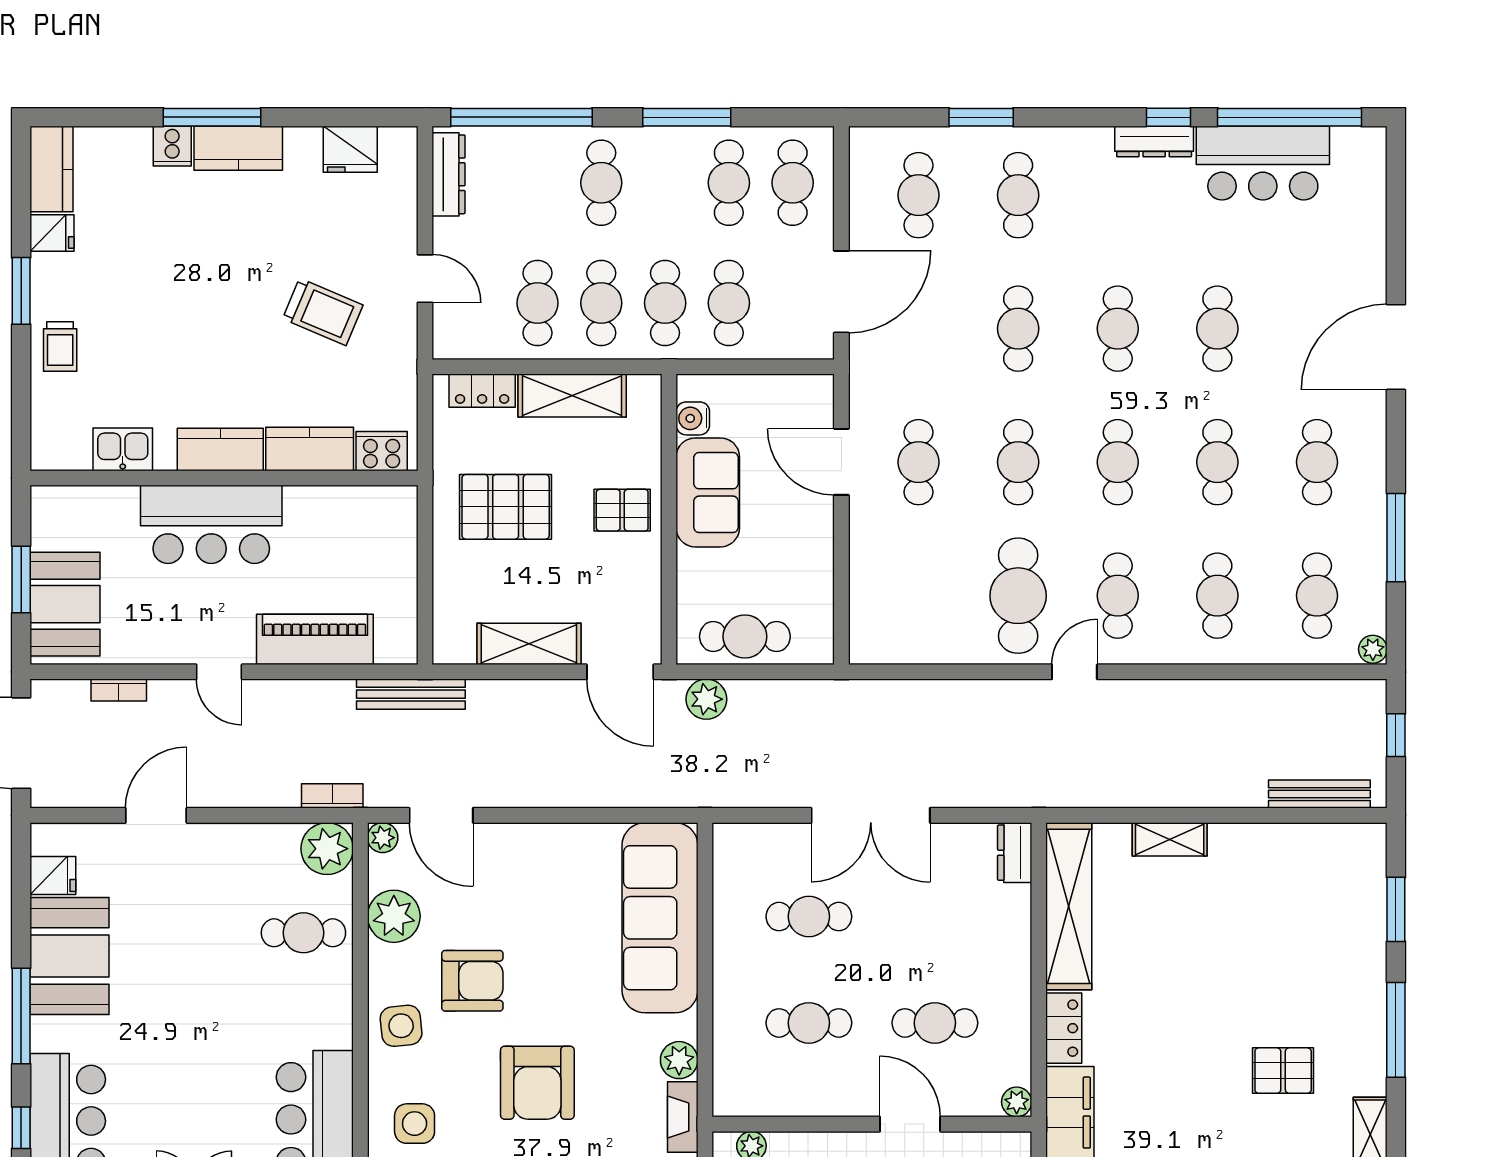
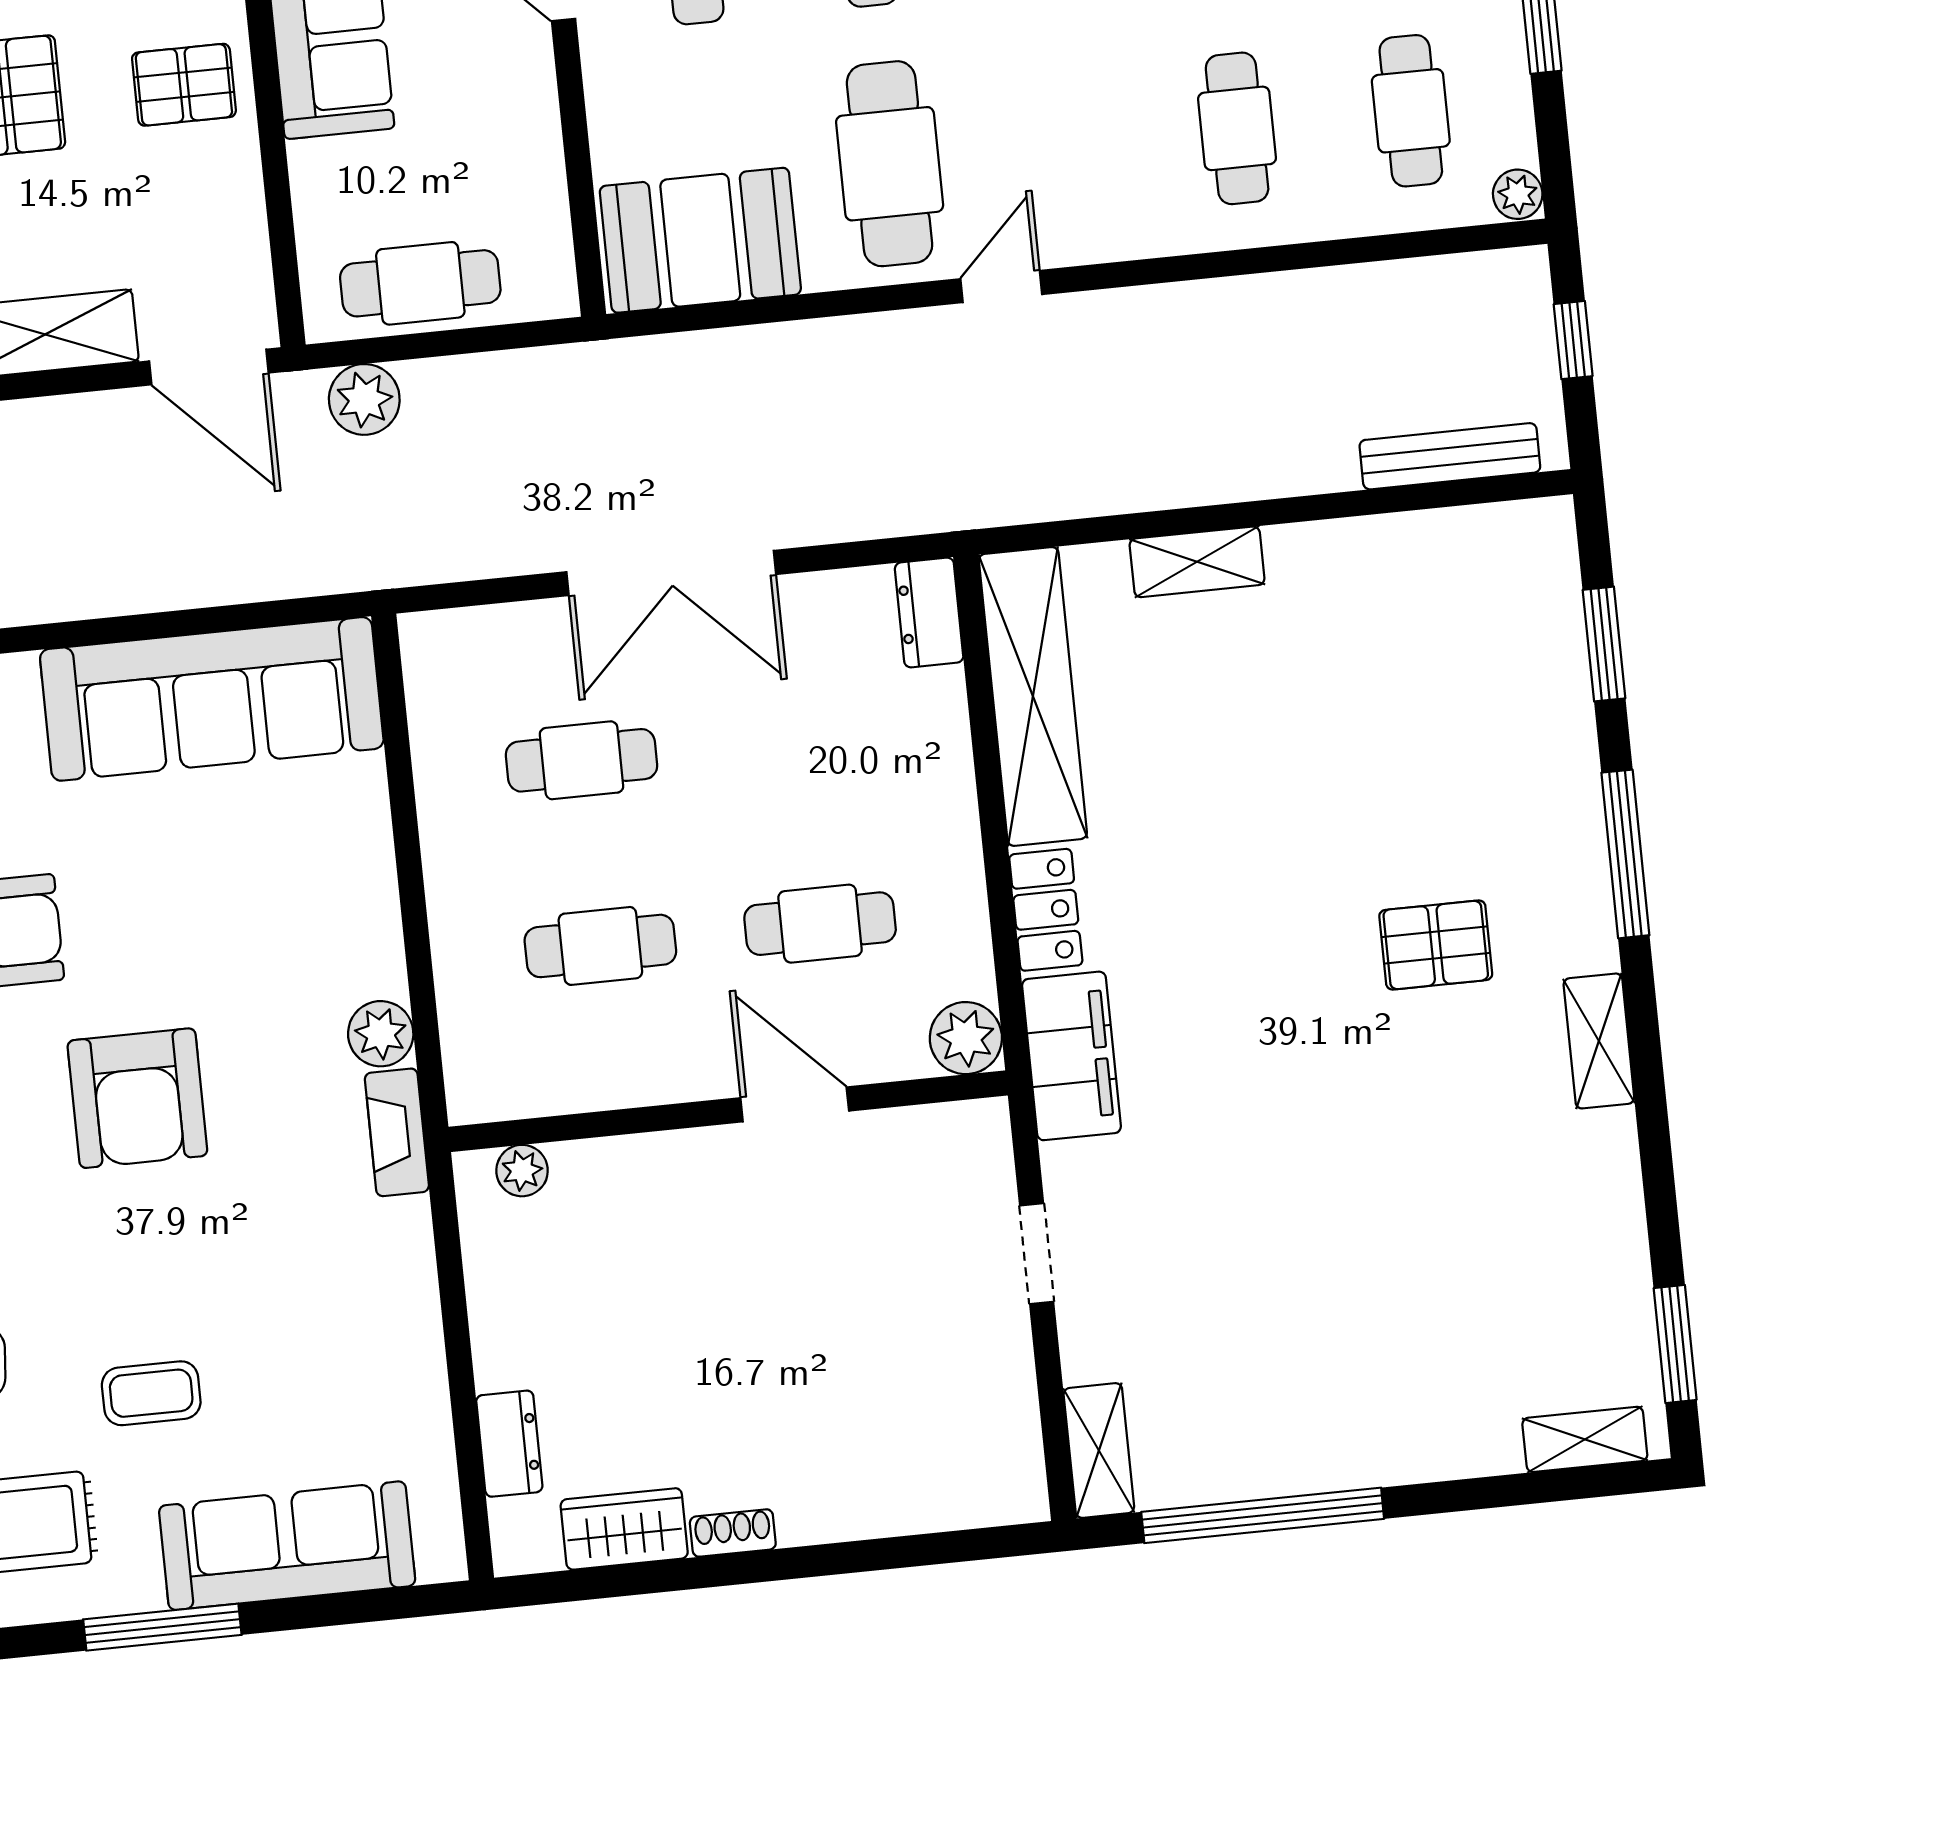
cafe table: (1118, 596) -> (1063, 146), removed
booth: (906, 628) -> (700, 240), added
sofa: (660, 918) -> (212, 699), moved, turned -90
plant: (1017, 1102) -> (966, 1038), width x1.38, depth x1.38

